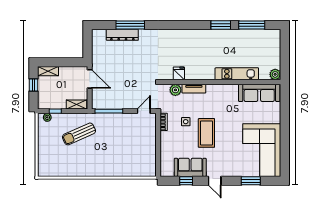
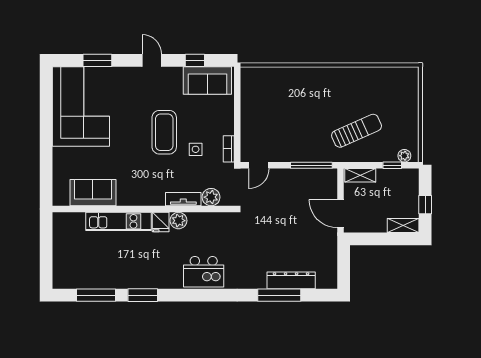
kitchen island: (180, 40) -> (204, 272), added
fridge: (179, 73) -> (161, 222), moved
plant: (275, 74) -> (178, 221), moved
sofa: (259, 93) -> (93, 193), width x0.73
sofa: (190, 167) -> (207, 80), moved

